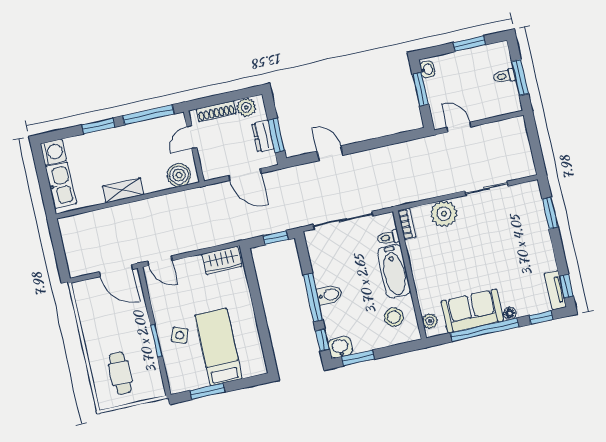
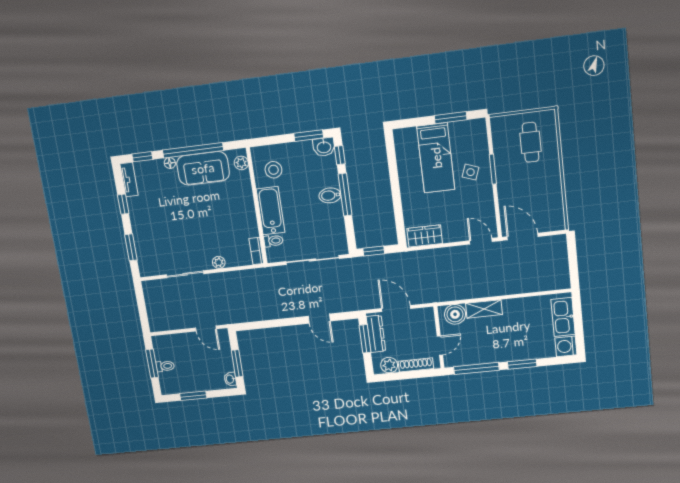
dresser: (263, 136) -> (376, 334), width x1.44
shelving: (123, 190) -> (484, 309), moved
plant: (444, 214) -> (219, 262), width x0.53, depth x0.53
window: (566, 286) -> (123, 204), moved

